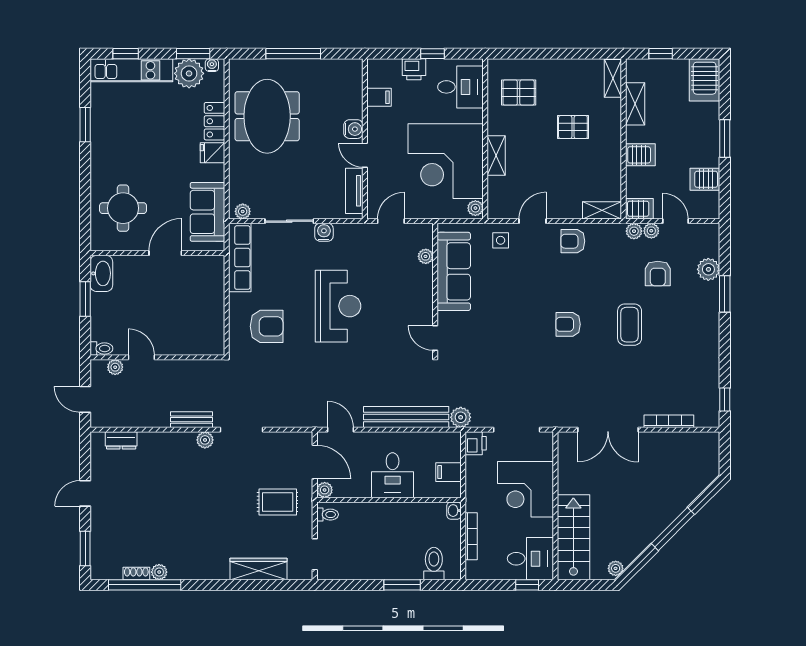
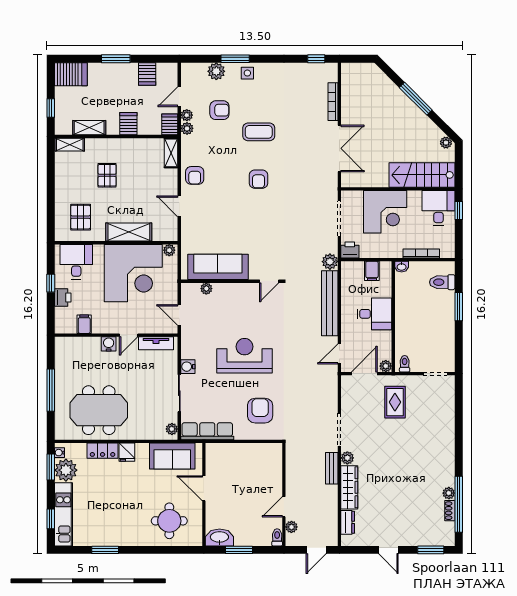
shelving: (496, 155) -> (129, 232), width x1.50, depth x1.33
side table: (501, 240) -> (247, 73), moved
wardrobe: (258, 569) -> (349, 487), moved, turned 180

